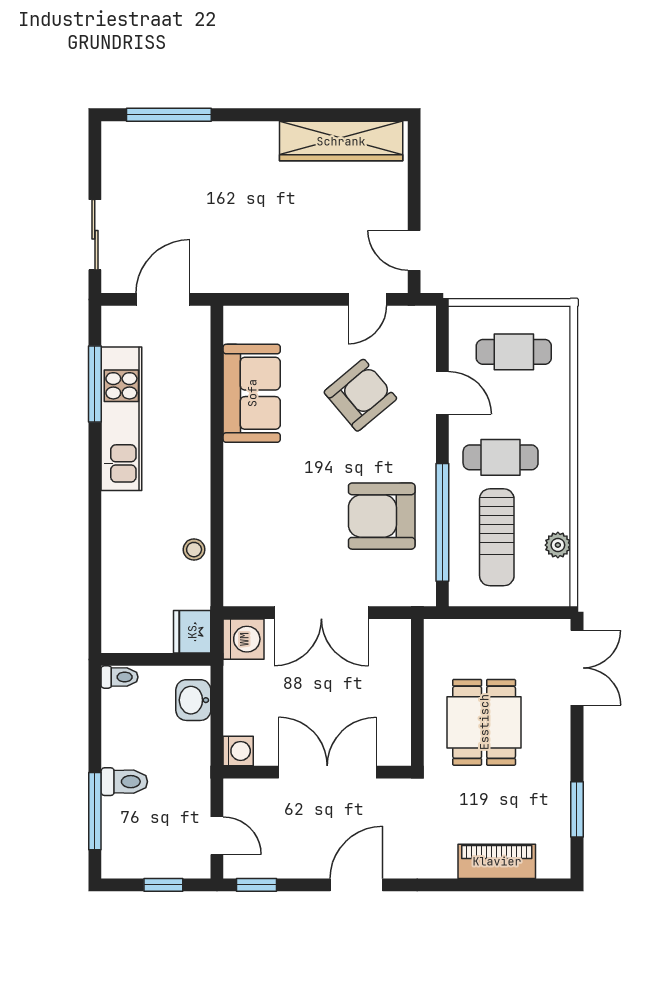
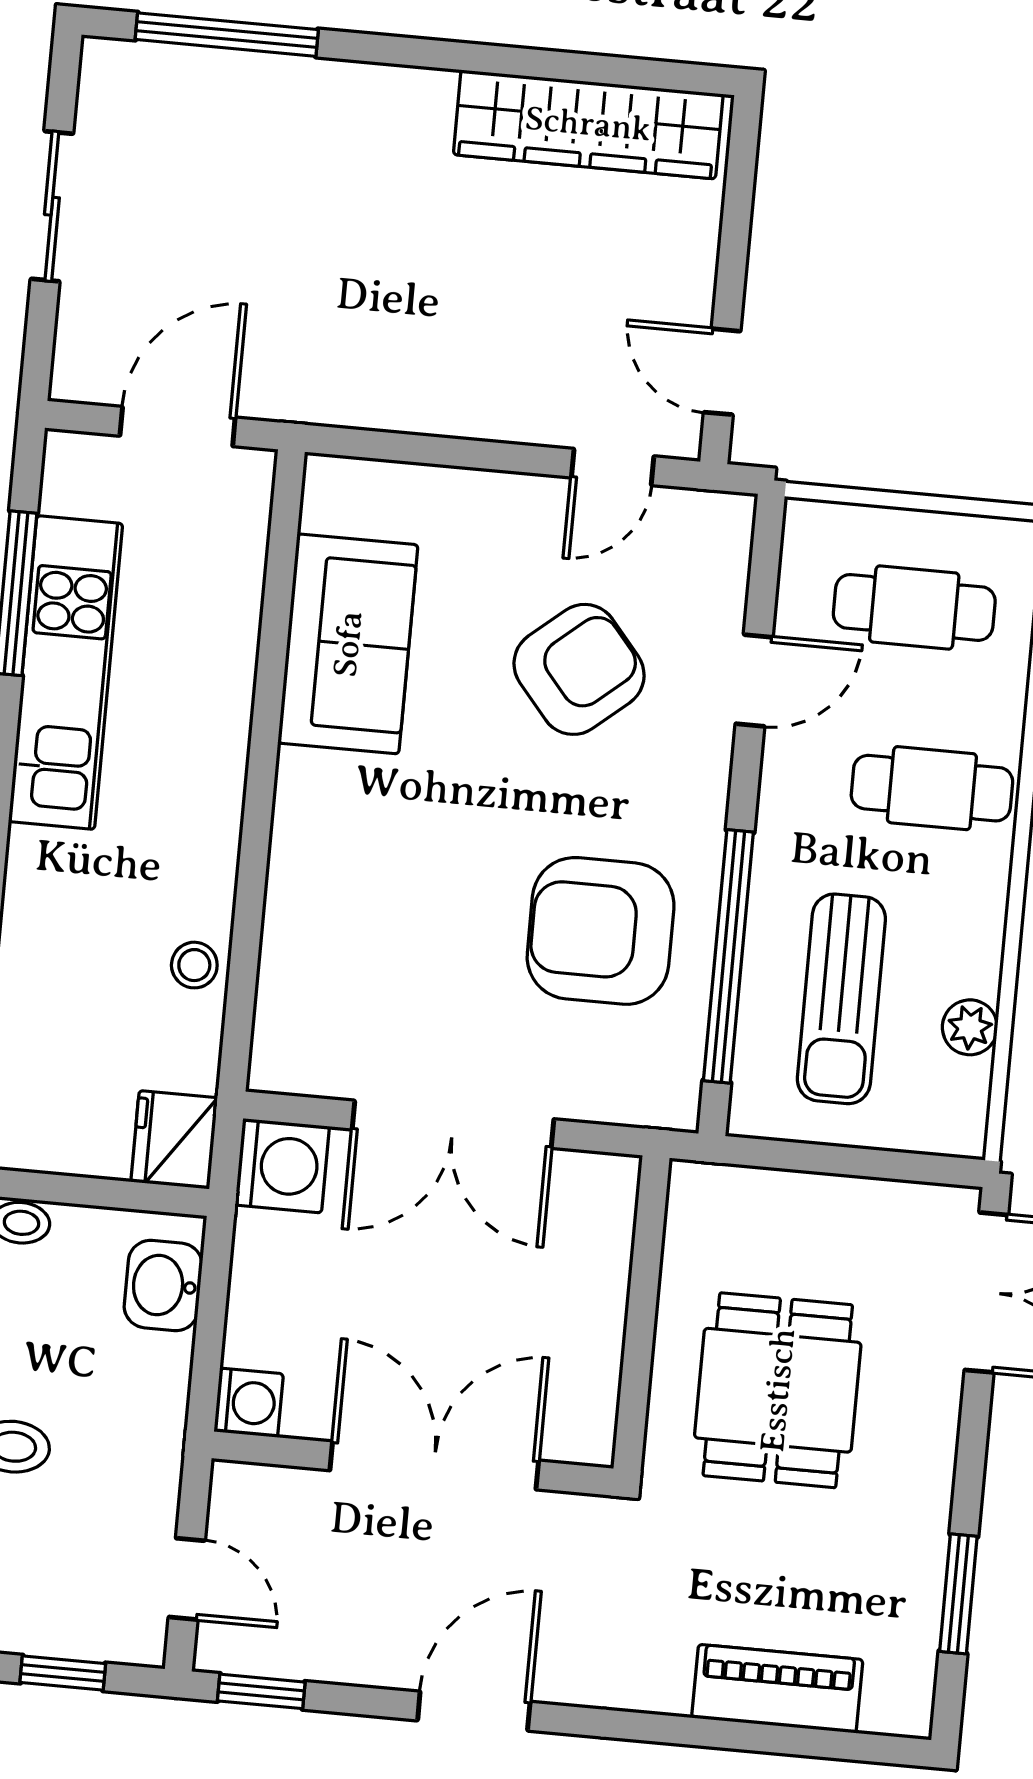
sliding door: (95, 235) -> (52, 206), moved
door: (442, 393) -> (754, 680), hinge flipped
cafe table: (501, 457) -> (932, 788), moved

